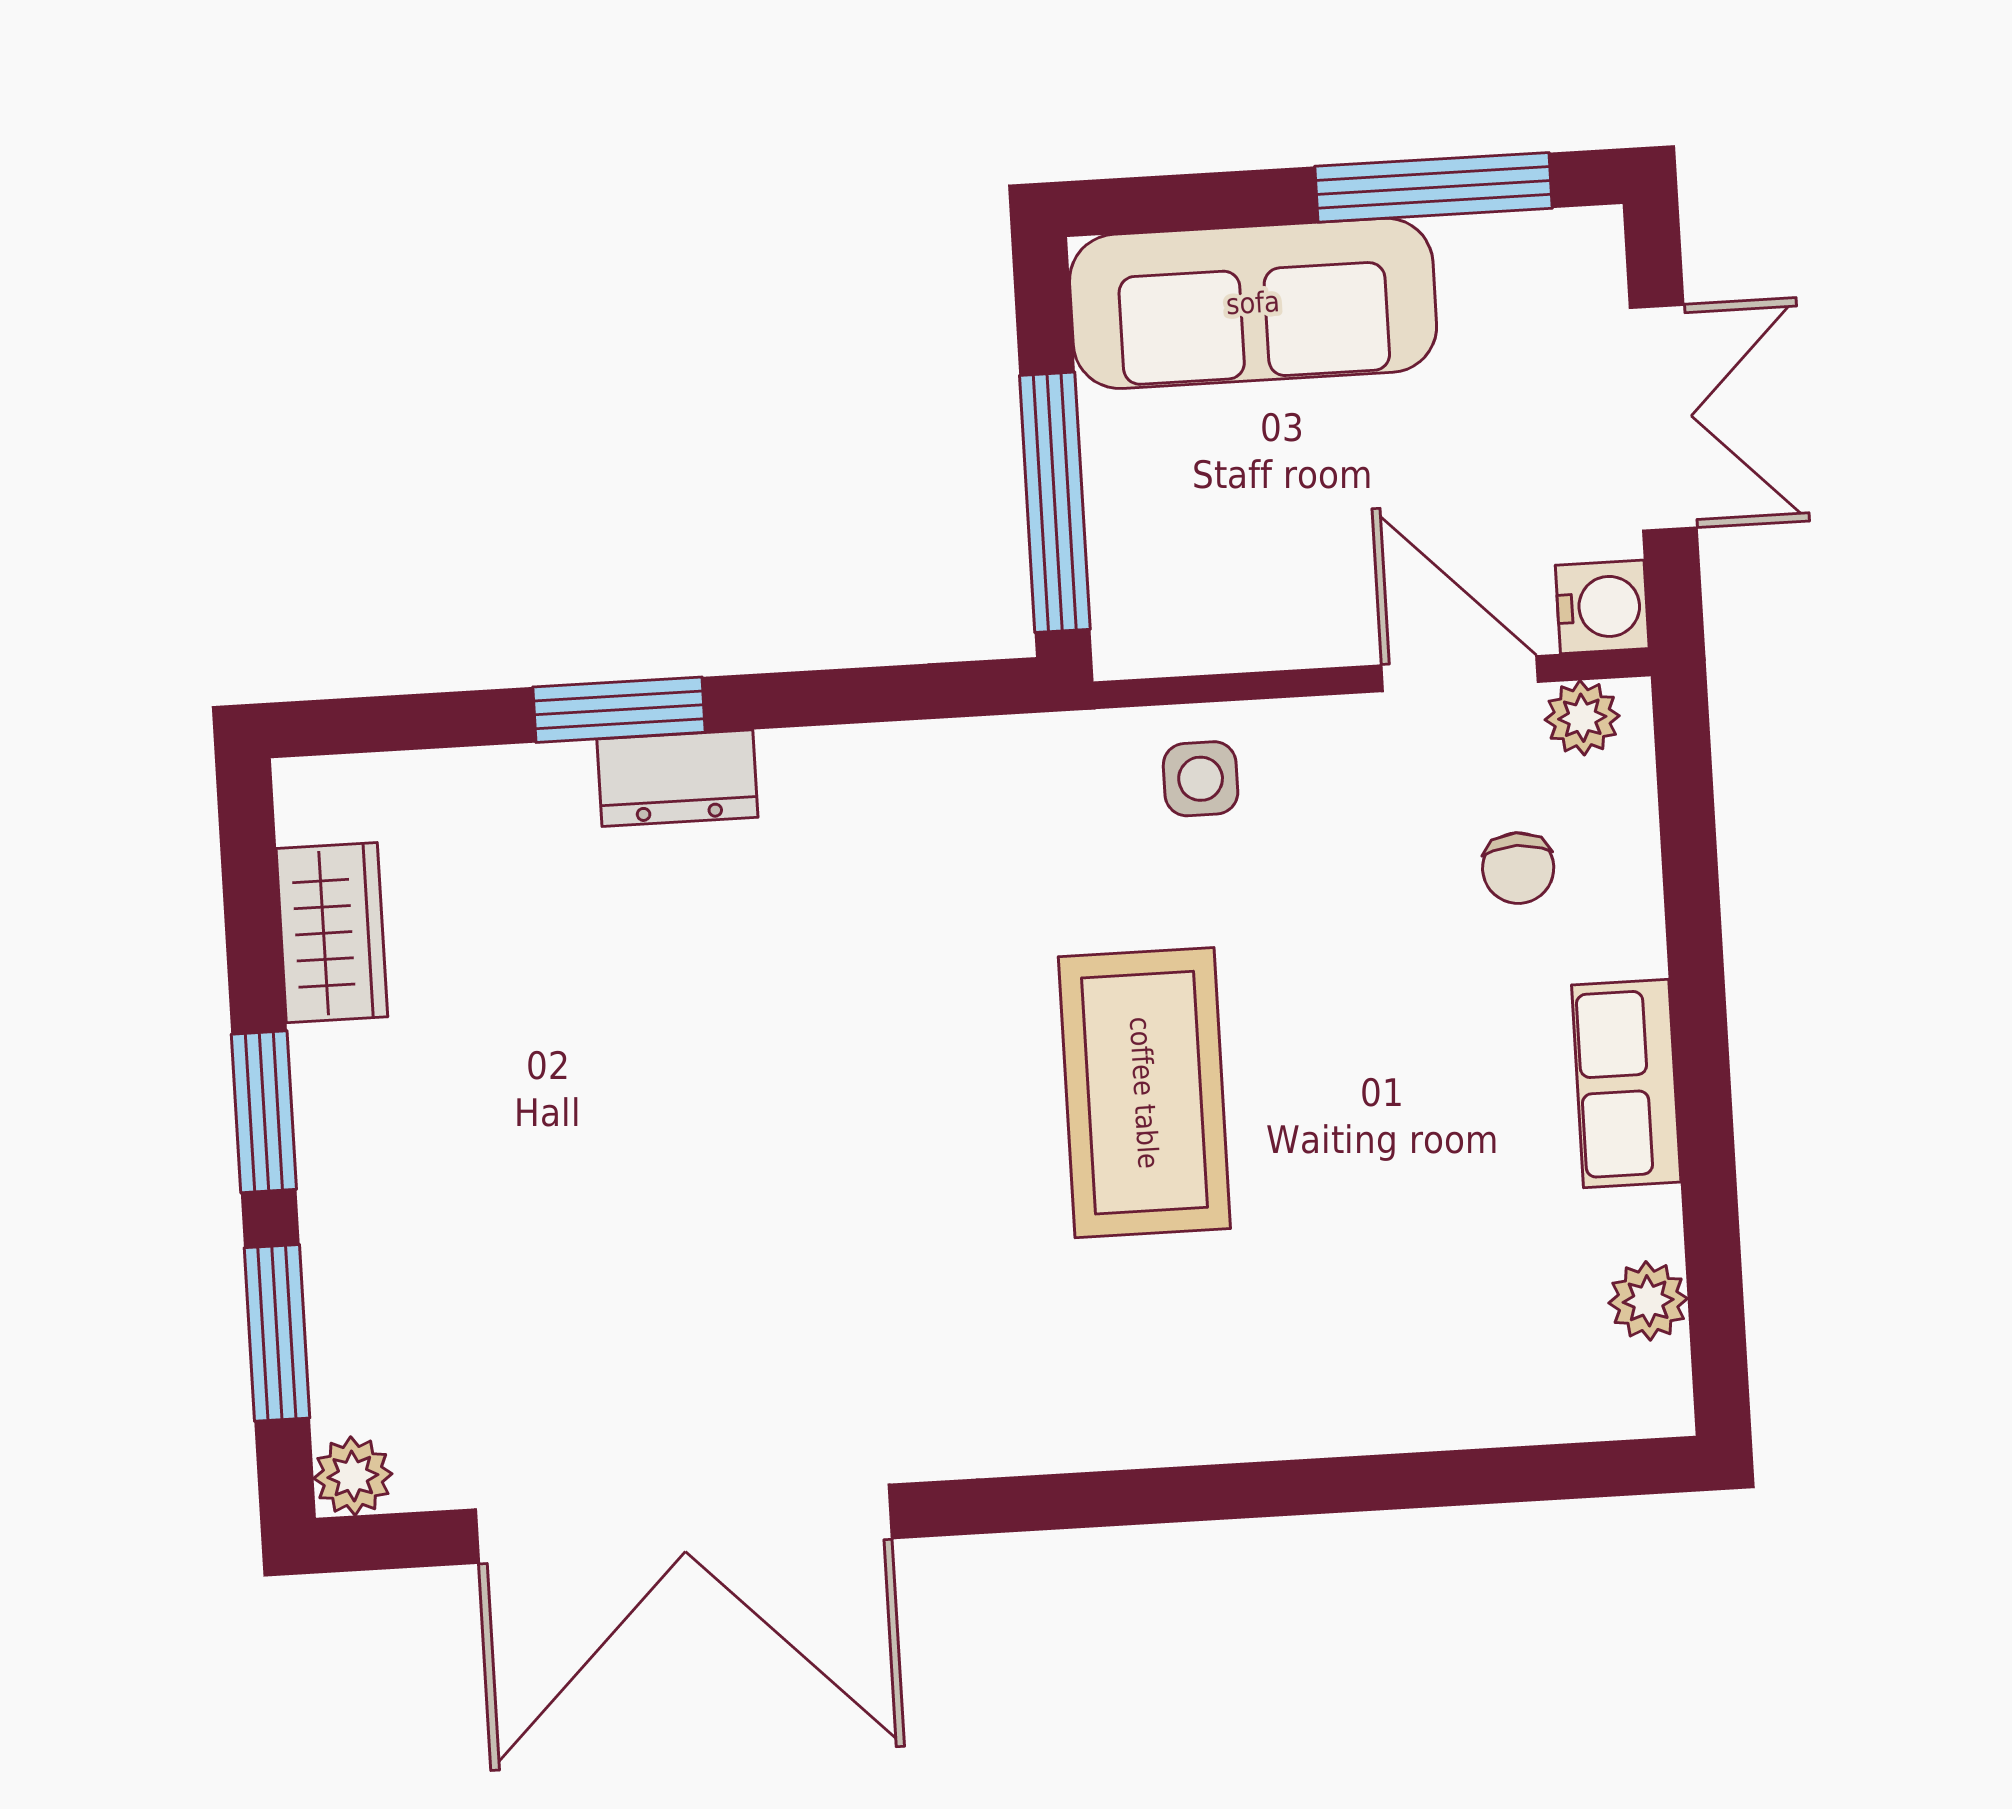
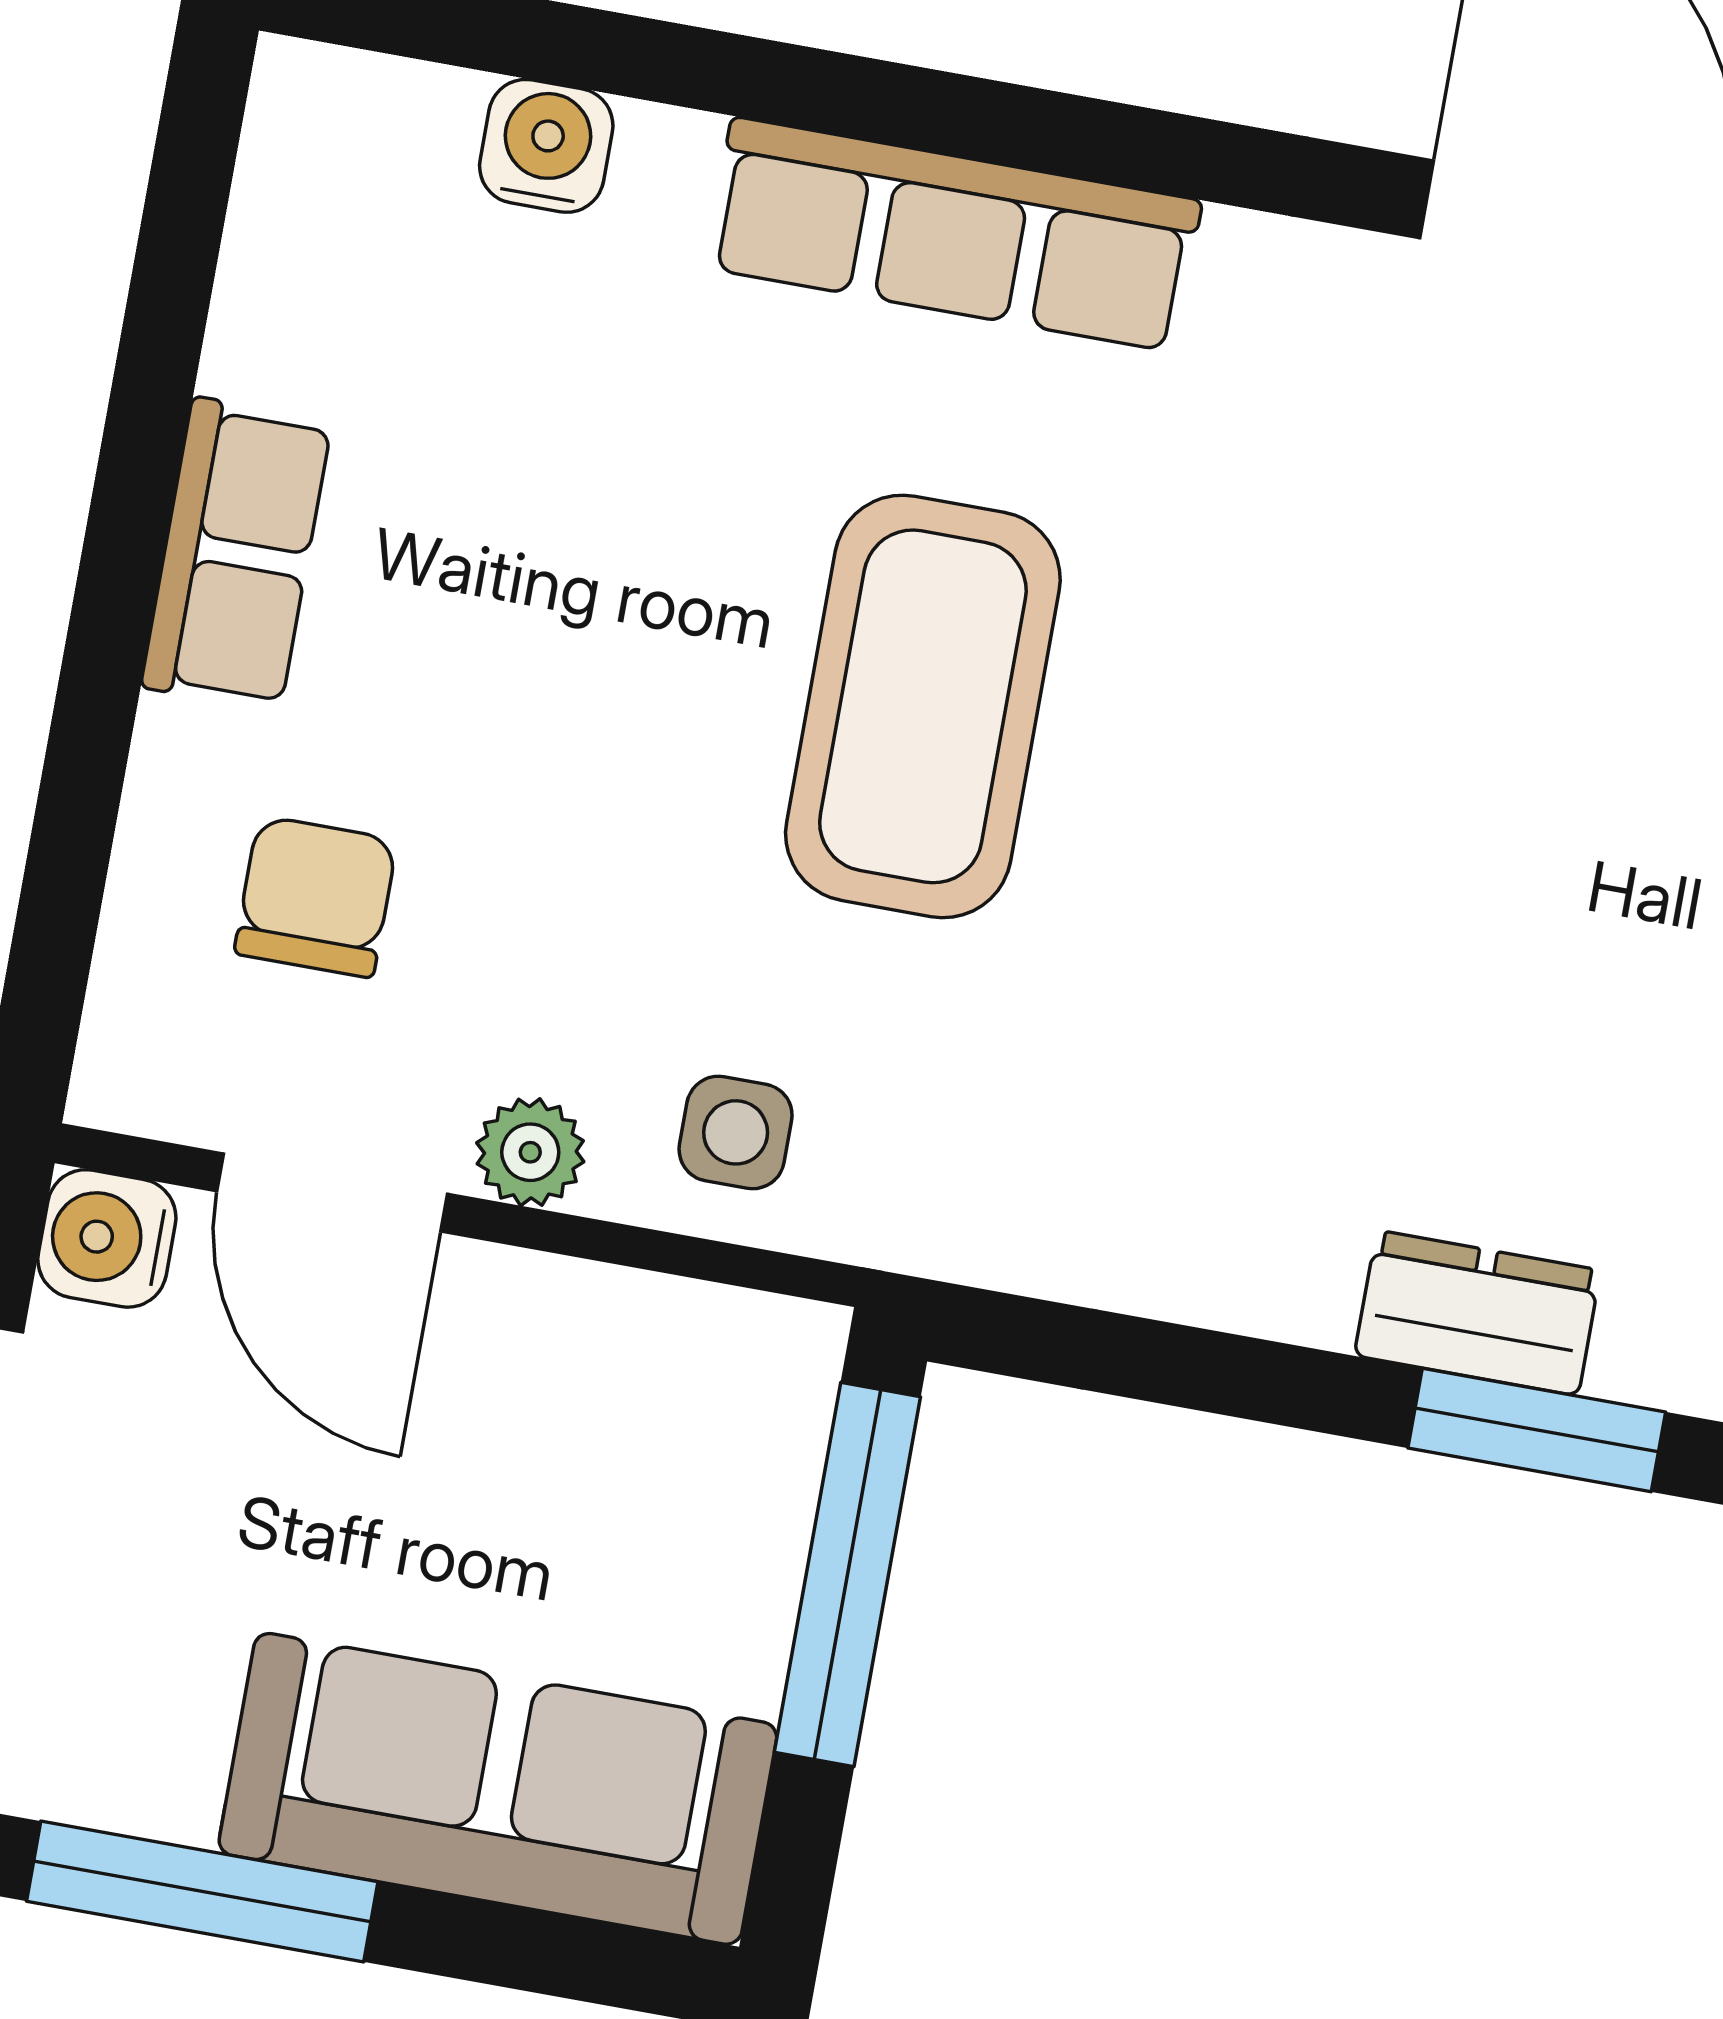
plant: (1582, 718) -> (530, 1152), moved
chair: (1518, 868) -> (316, 897), width x1.37, depth x1.37
plant: (1648, 1301) -> (280, 238), removed
water cooler: (1486, 1405) -> (546, 146), added
row of seats: (1200, 1412) -> (954, 234), added

